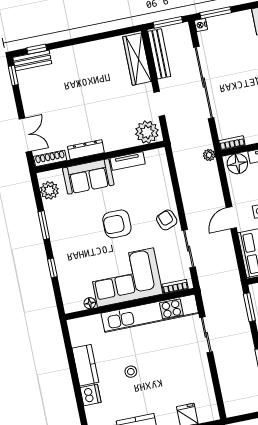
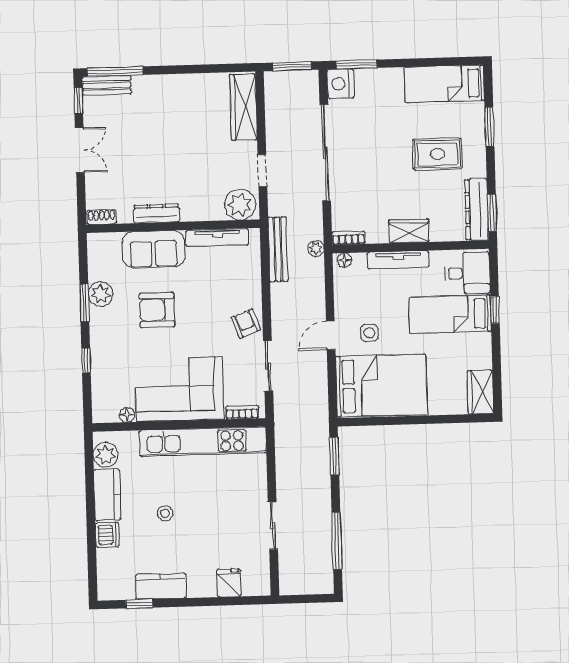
nightstand: (201, 25) -> (341, 84), width x1.89, depth x1.79
window: (37, 49) -> (115, 72), width x2.17
bench: (159, 54) -> (278, 249), moved
double door: (25, 135) -> (80, 150), moved
shoe rack: (50, 158) -> (102, 217), width x0.70
tv unit: (128, 161) -> (217, 238), width x1.41
floor lamp: (237, 164) -> (344, 260), width x0.53, depth x0.53
plant: (49, 190) -> (101, 294), moved
armchair: (117, 224) -> (157, 310), moved
sliding door: (206, 335) -> (273, 526), moved
plant: (79, 336) -> (106, 455), added

